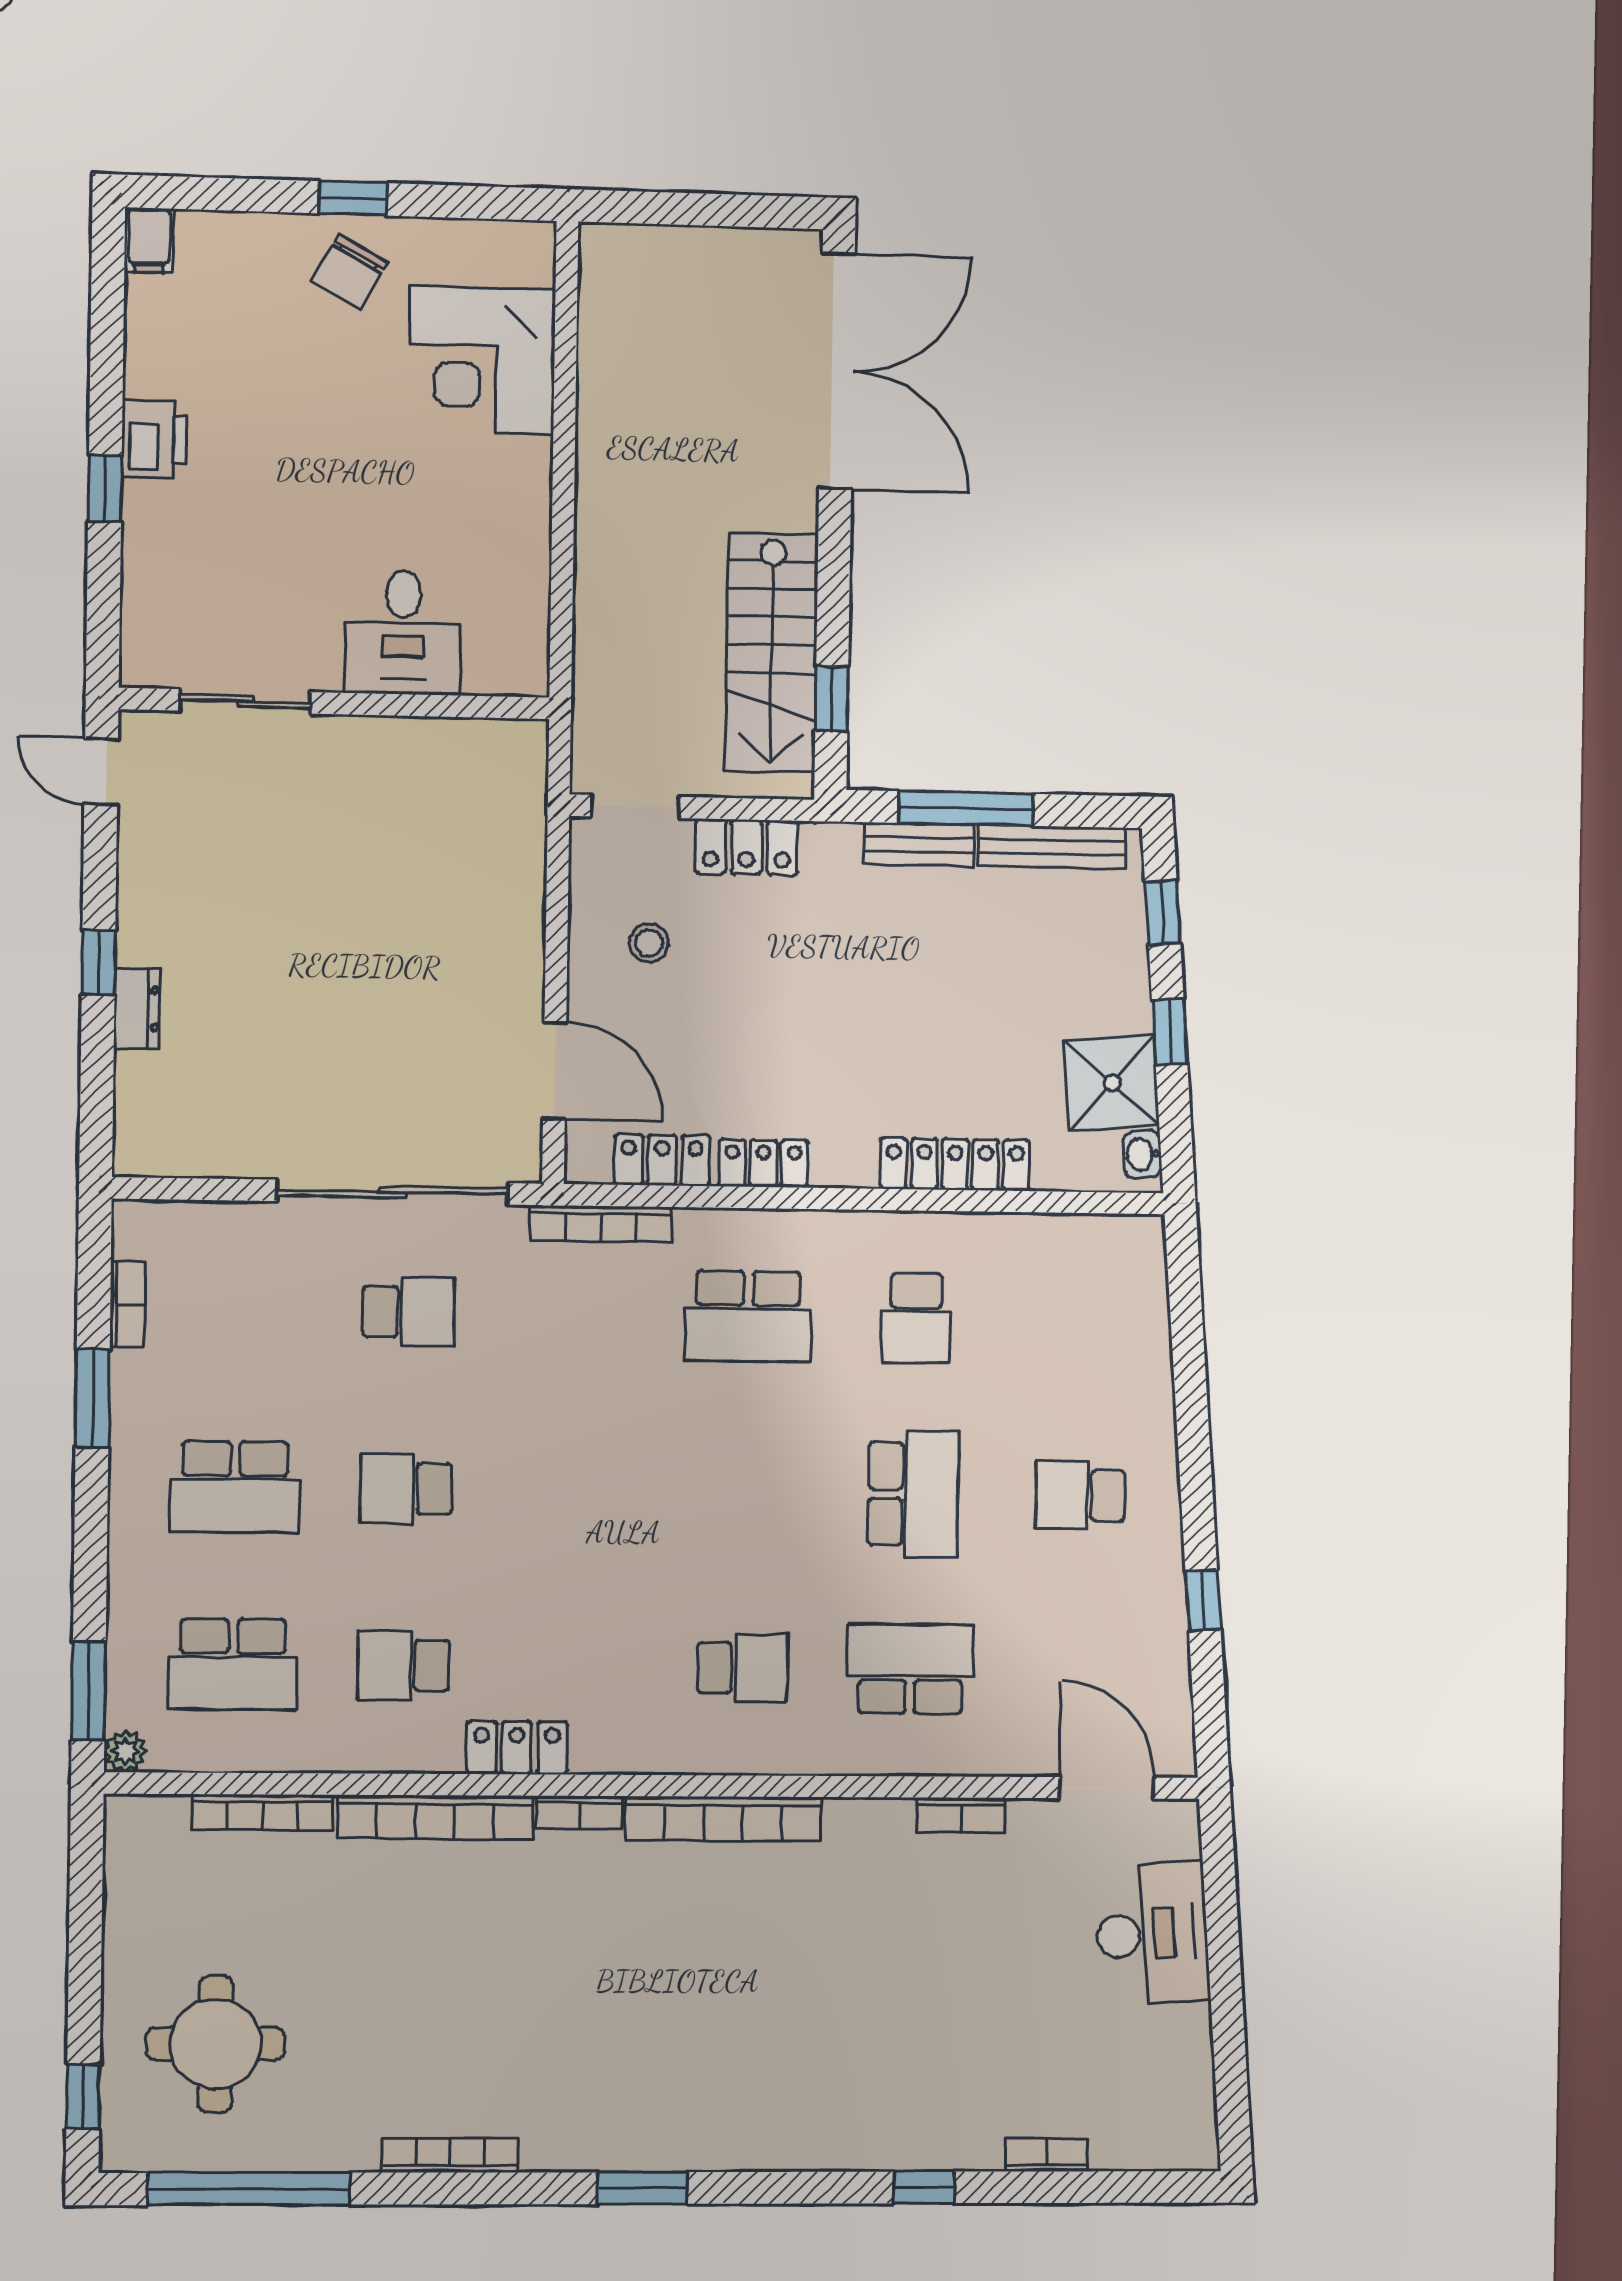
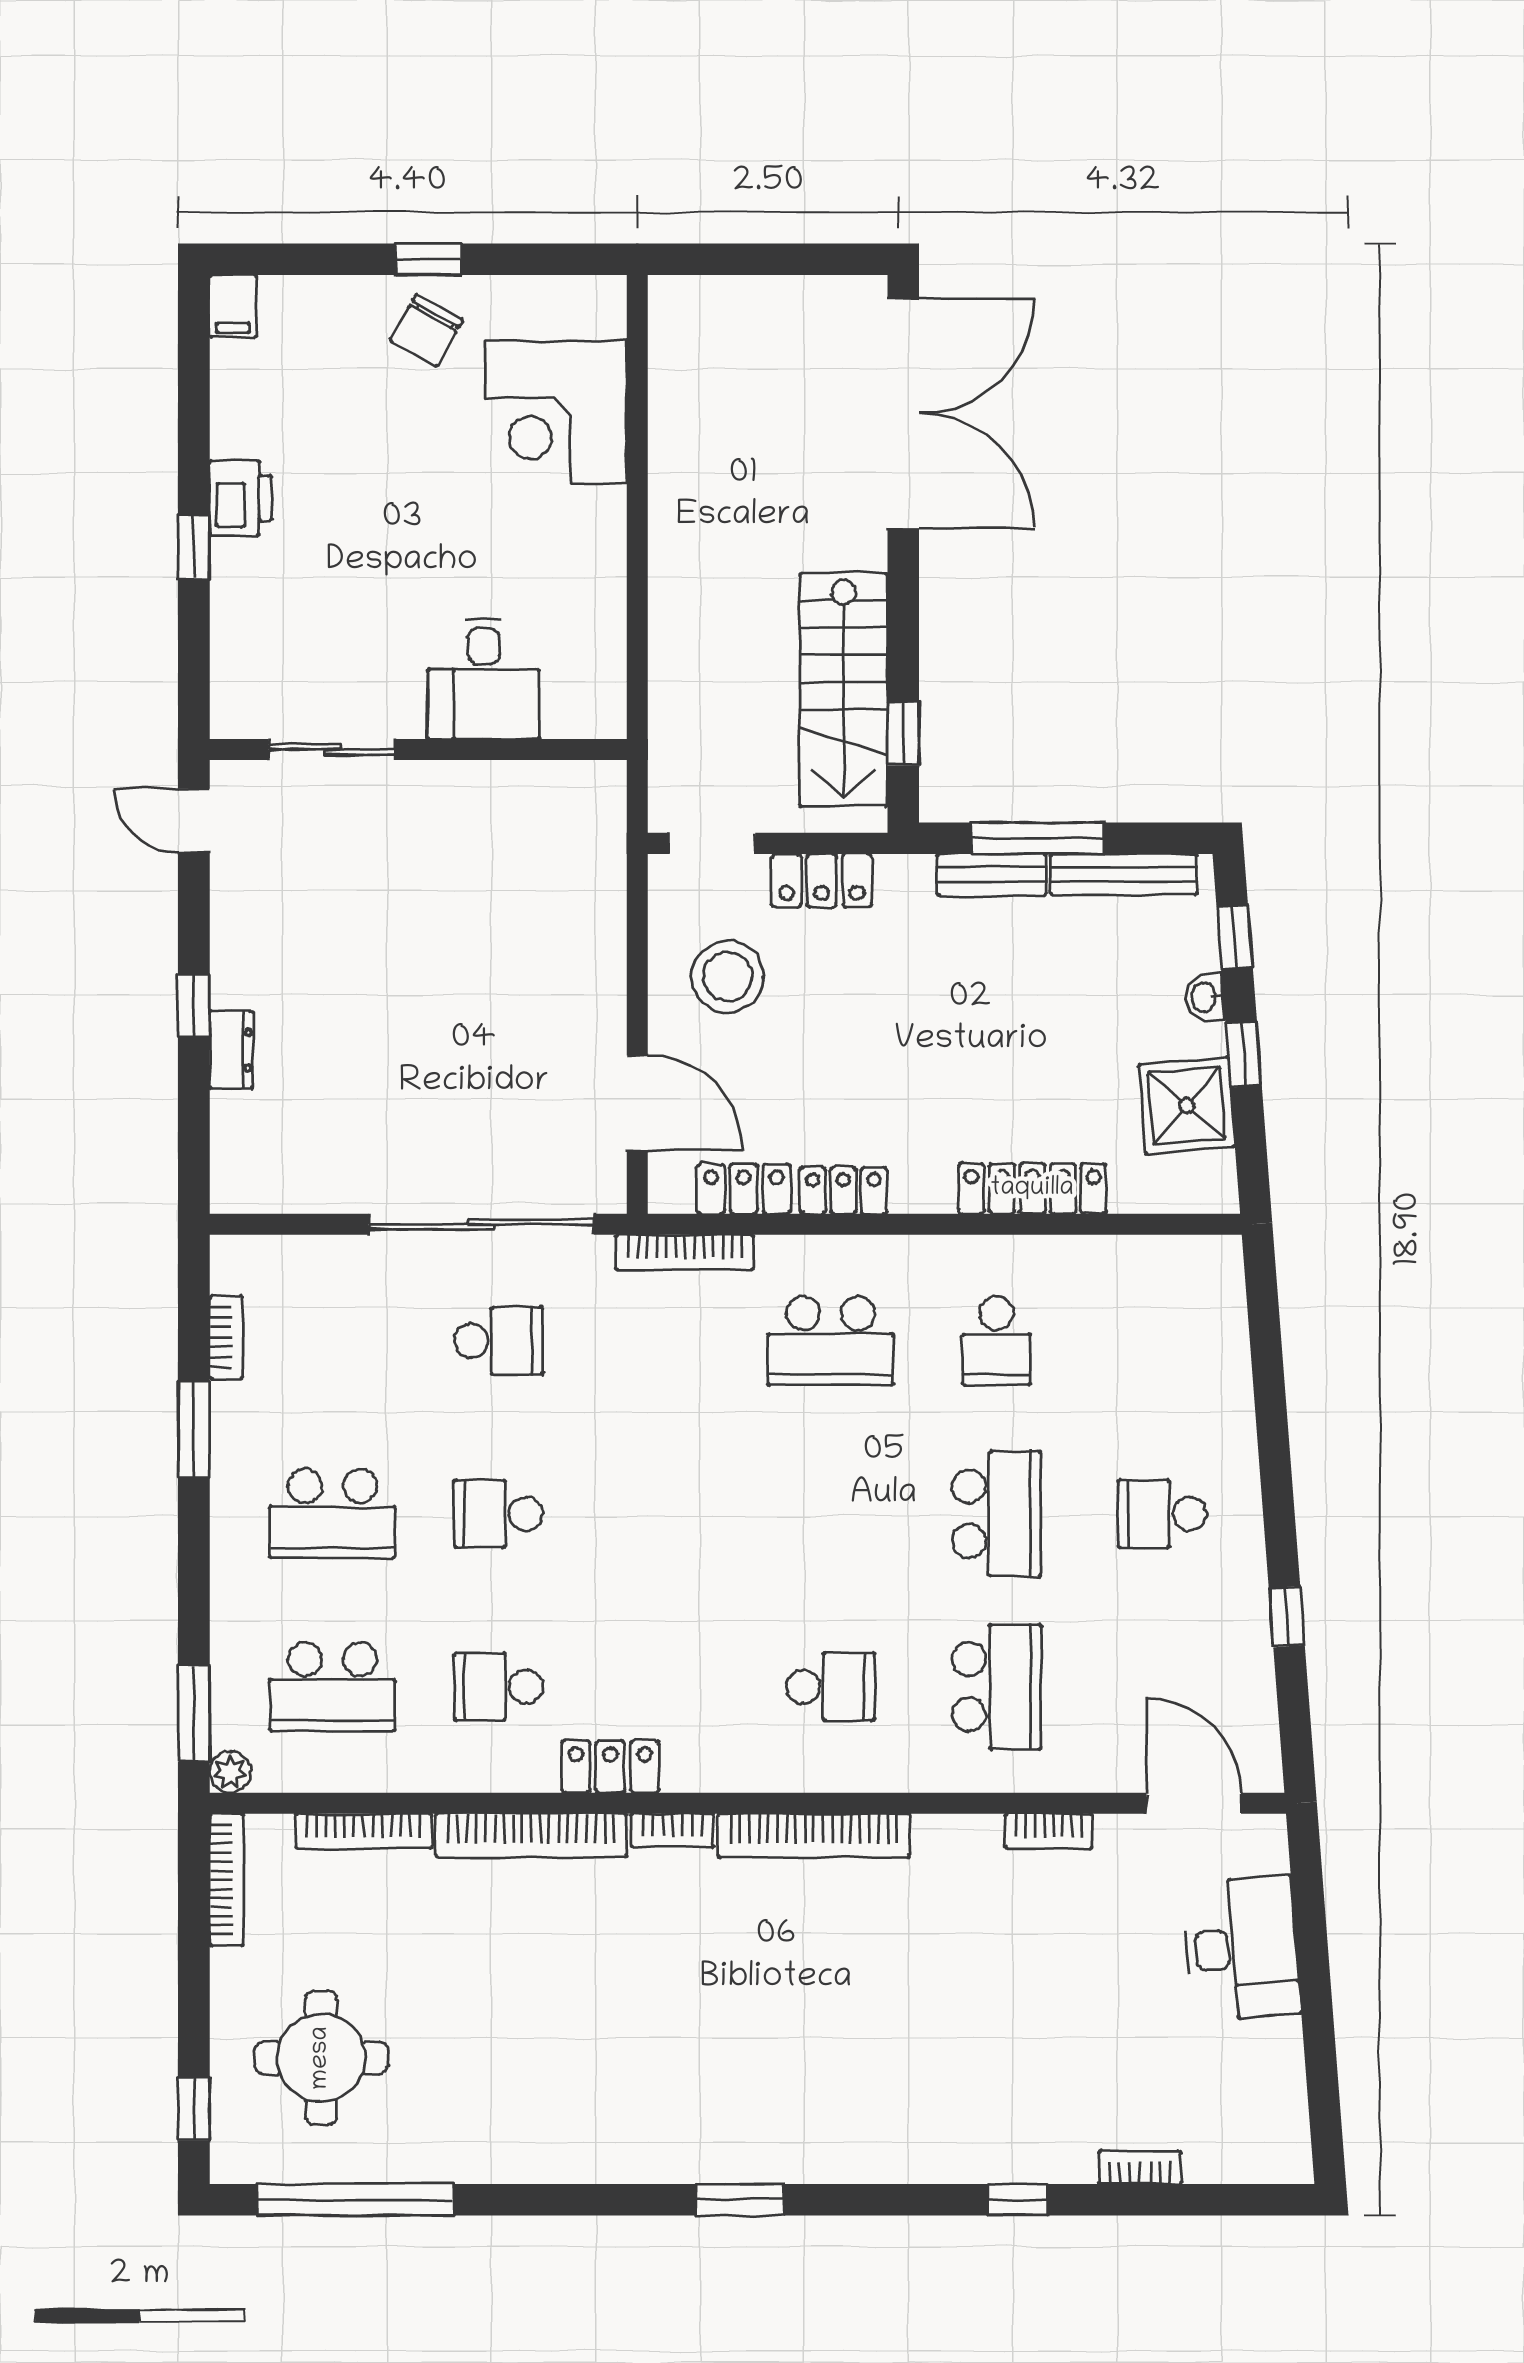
stool: (649, 943) -> (728, 976), width x1.89, depth x1.89
washbasin: (1142, 1154) -> (1205, 997), moved
school desk: (910, 1669) -> (996, 1687), turned 90
bookcase: (450, 2155) -> (226, 1880), moved, turned 90

